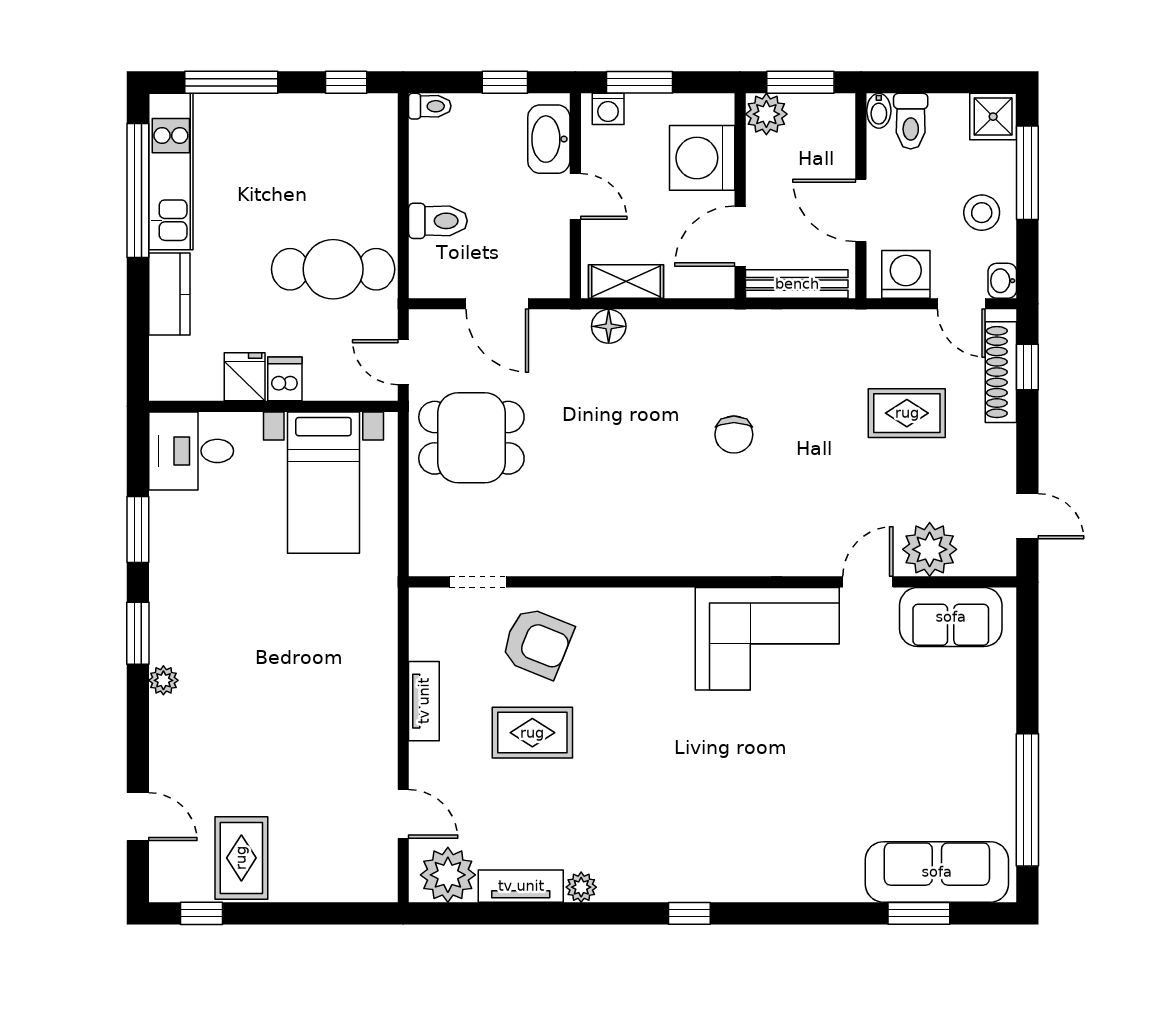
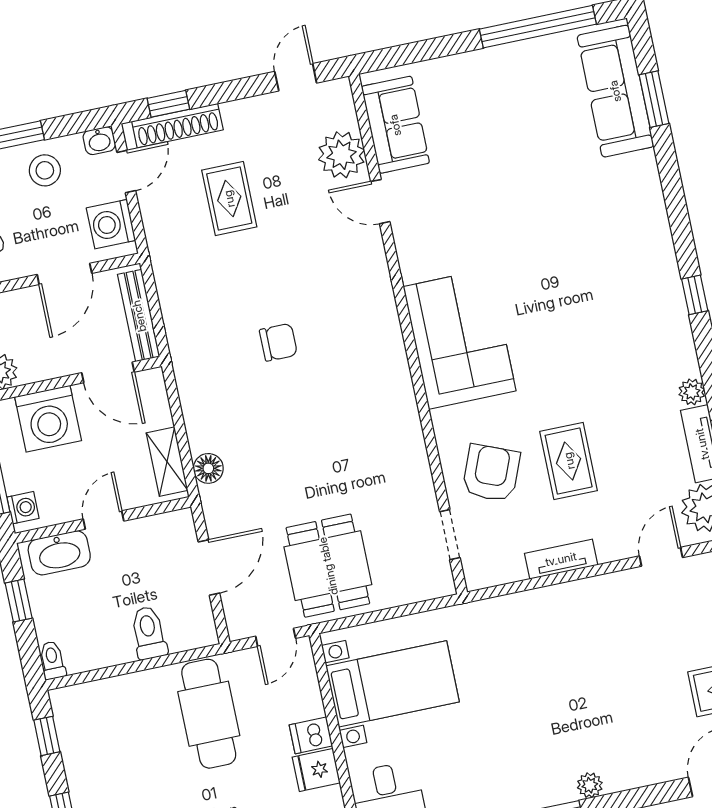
corner sofa: (767, 639) -> (460, 339), moved

